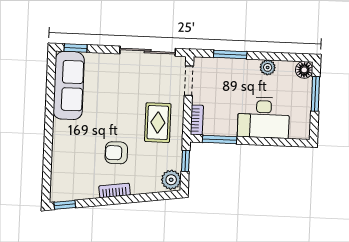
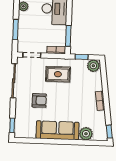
sofa: (69, 85) -> (57, 130), moved
armchair: (116, 153) -> (39, 100), moved, turned -90
plant: (61, 167) -> (86, 134), added

